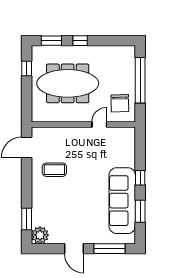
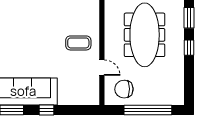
coffee table: (54, 170) -> (78, 43), moved, turned 90

